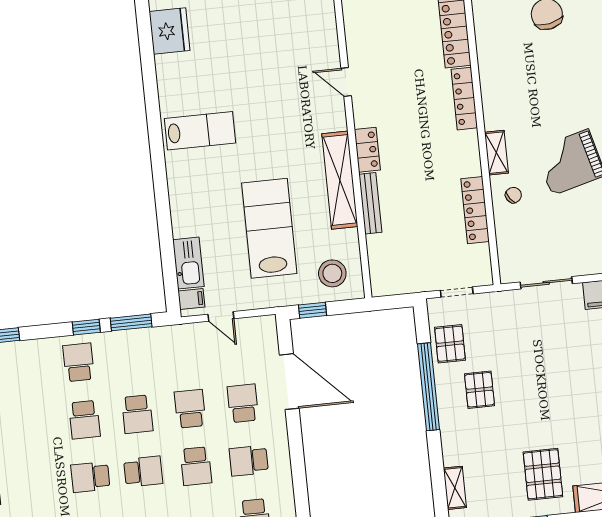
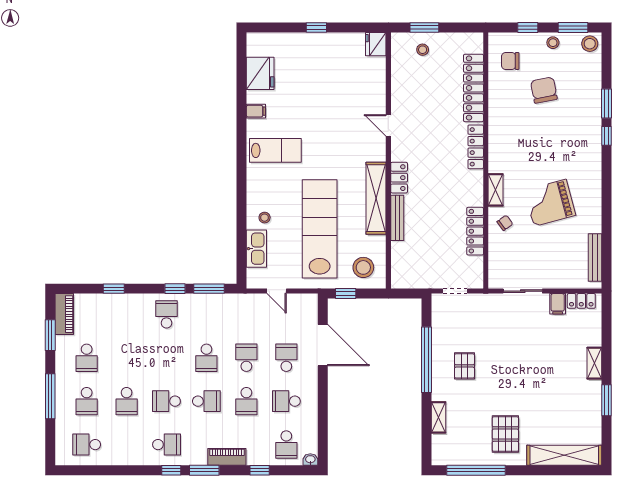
stool: (195, 221) -> (265, 218), added
lab bench: (269, 228) -> (320, 229), width x1.36
filing cabinet: (191, 299) -> (256, 111), moved
pallet: (450, 344) -> (446, 329), removed
school desk: (84, 420) -> (127, 401), moved
shelving: (455, 488) -> (438, 417), moved

